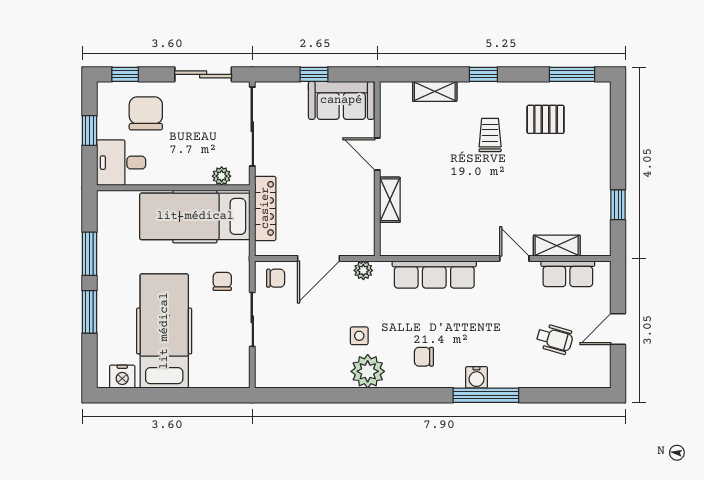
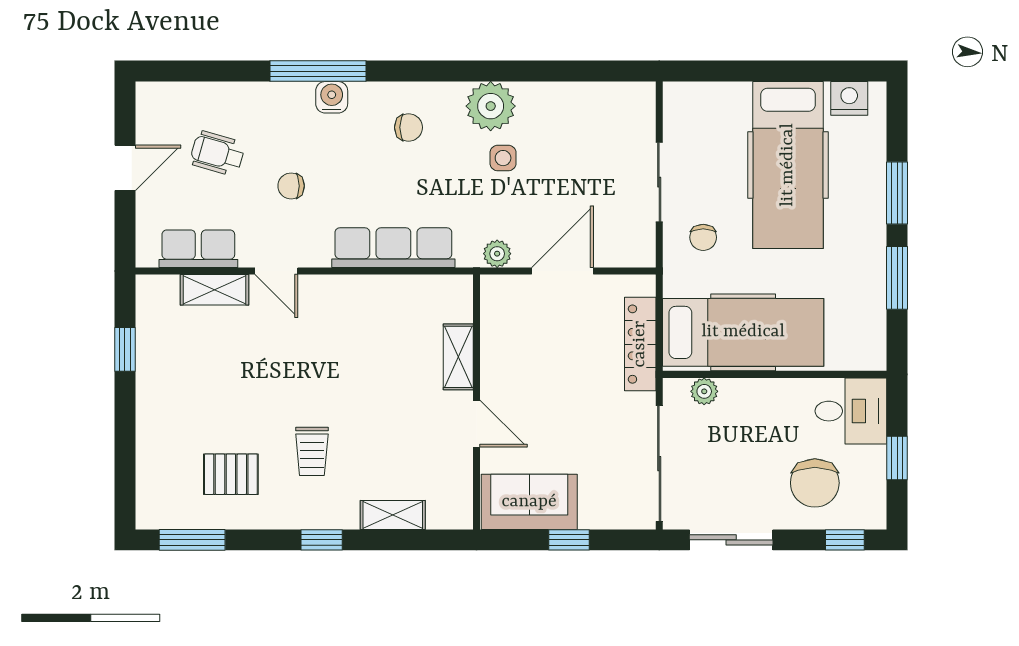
chair: (276, 278) -> (291, 186), moved

